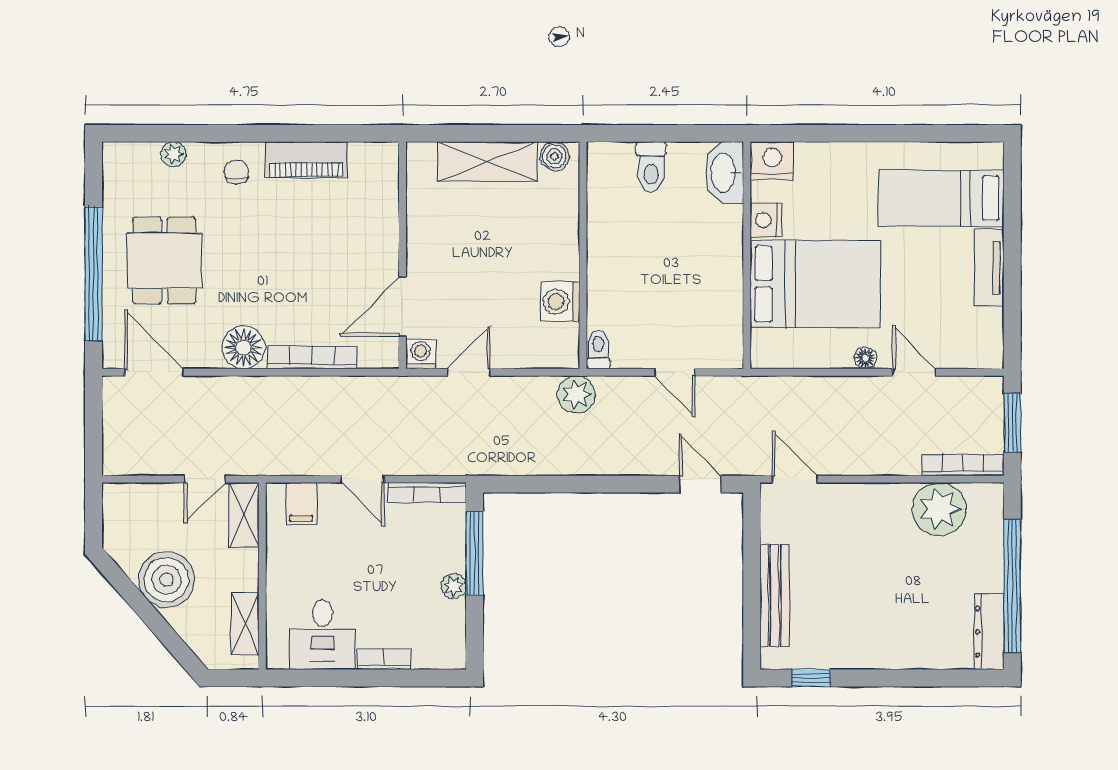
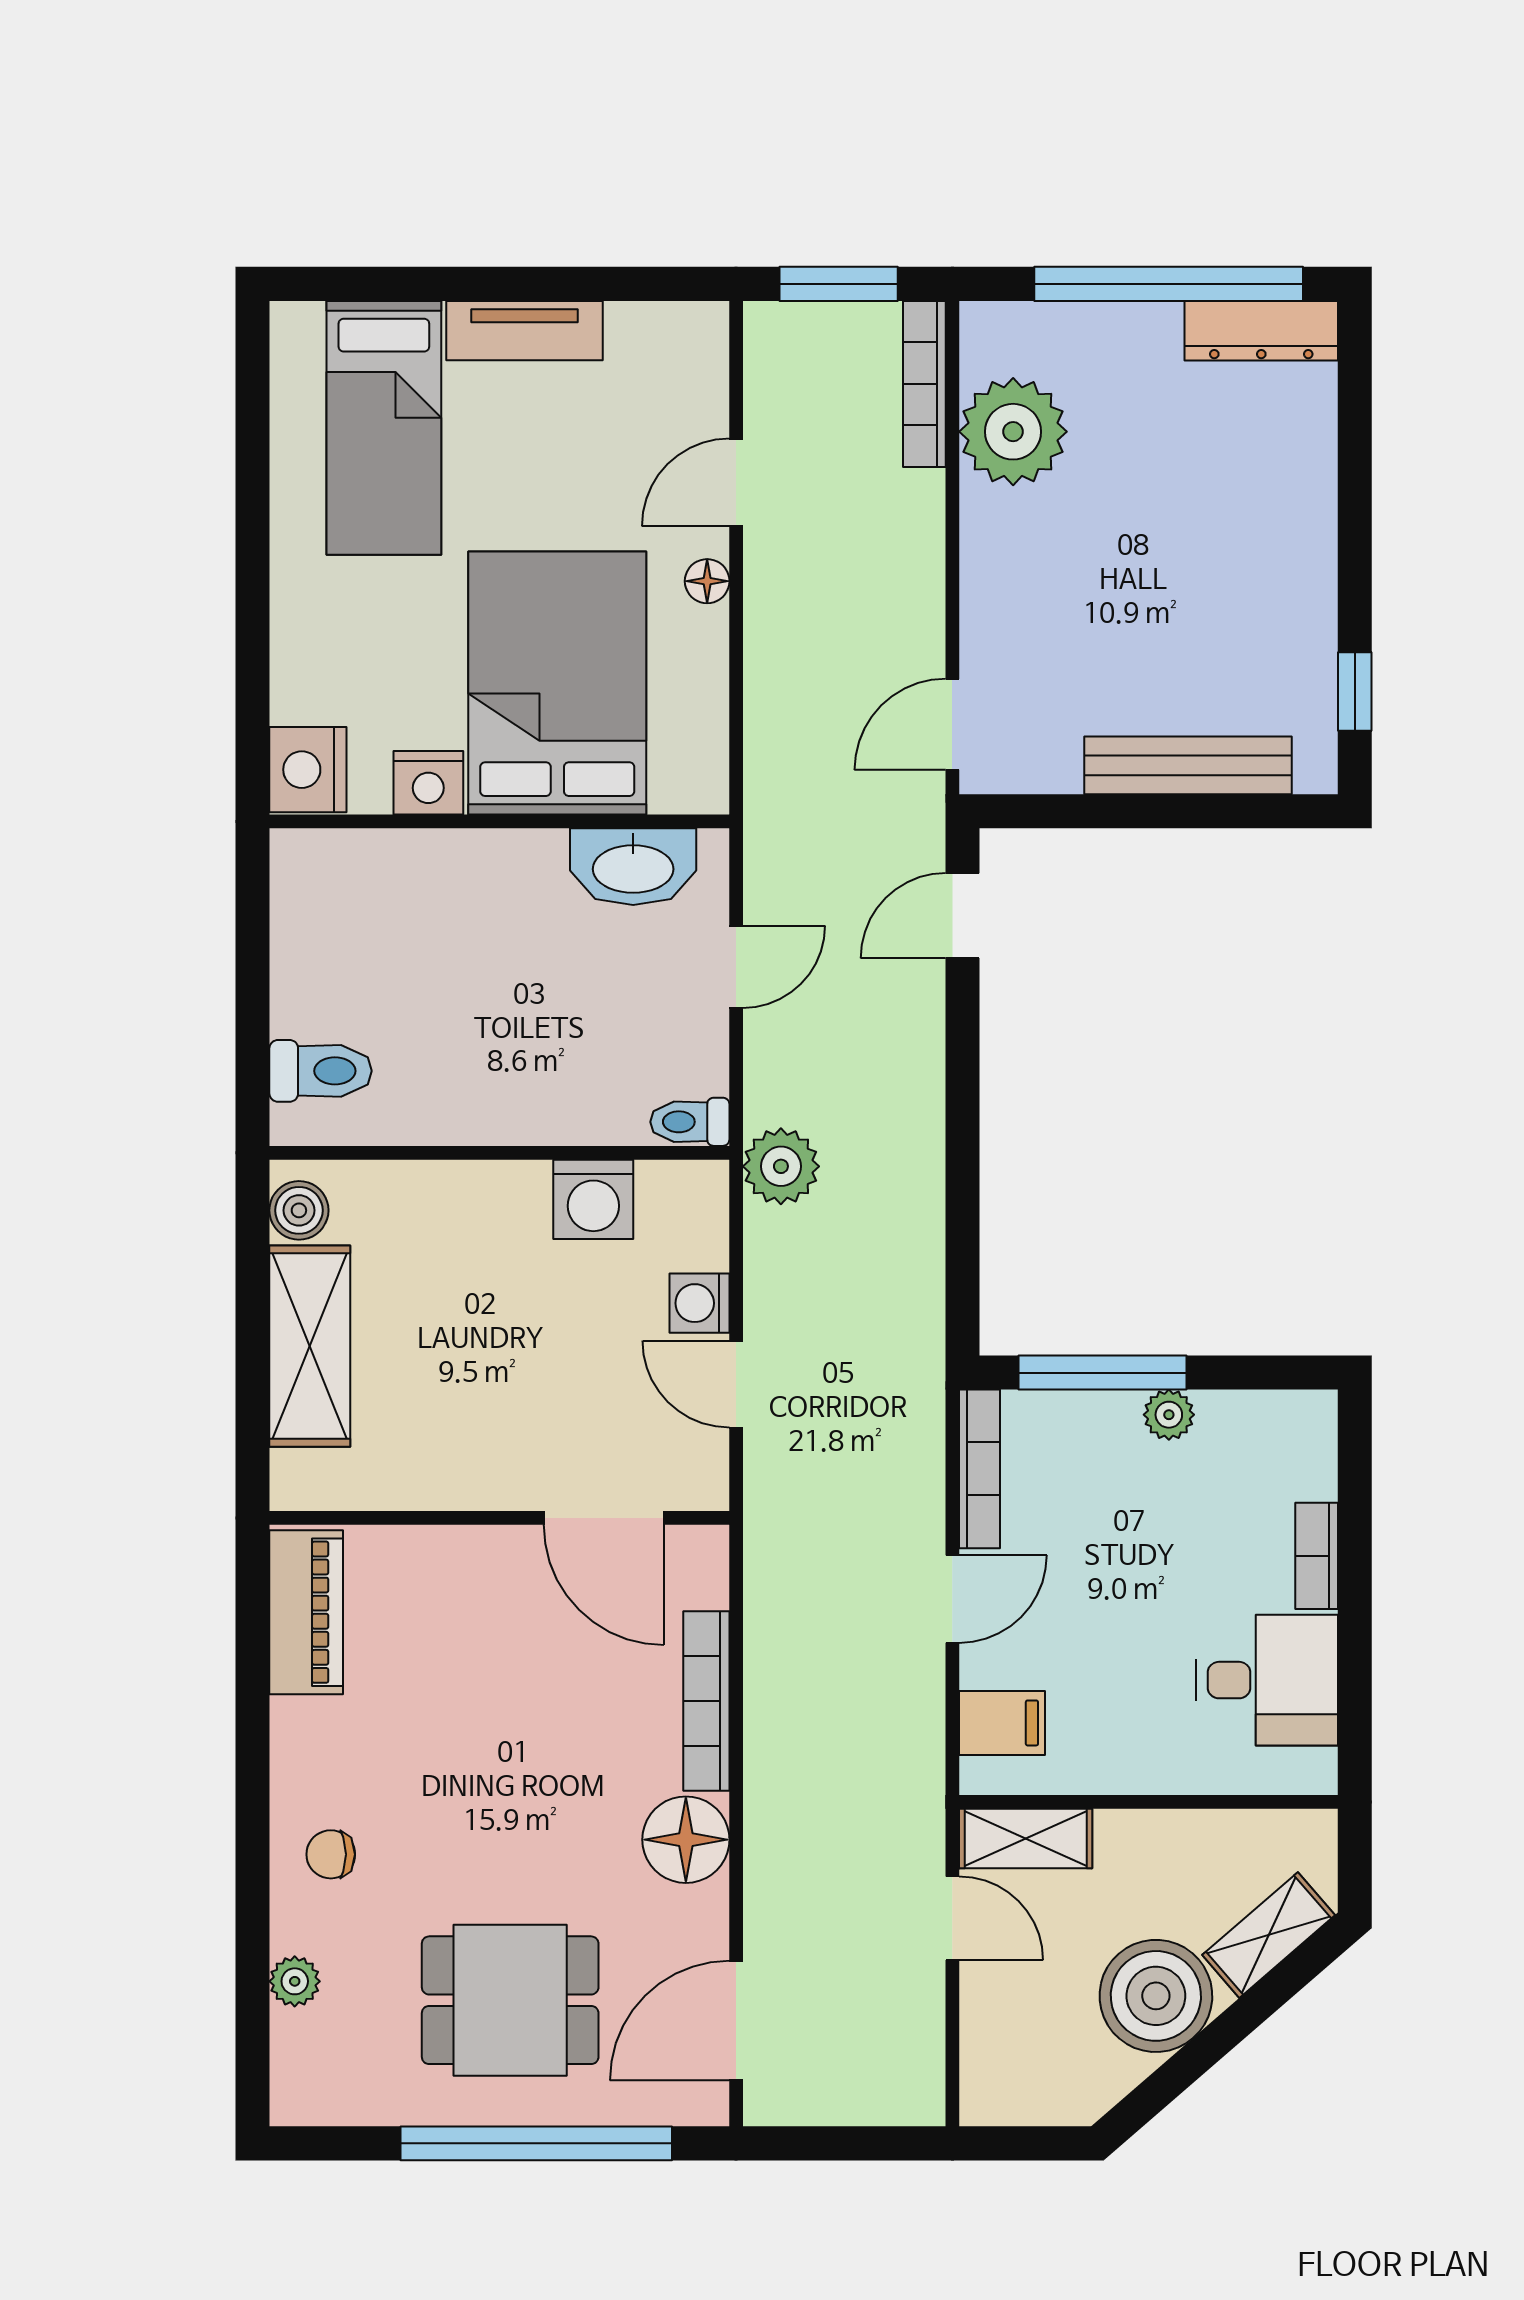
piano: (306, 160) -> (306, 1612), moved
toilet: (651, 167) -> (321, 1071), moved
washbasin: (724, 173) -> (633, 867), moved
washing machine: (421, 354) -> (699, 1303), moved
shelving: (245, 624) -> (1269, 1935), moved, turned -41

